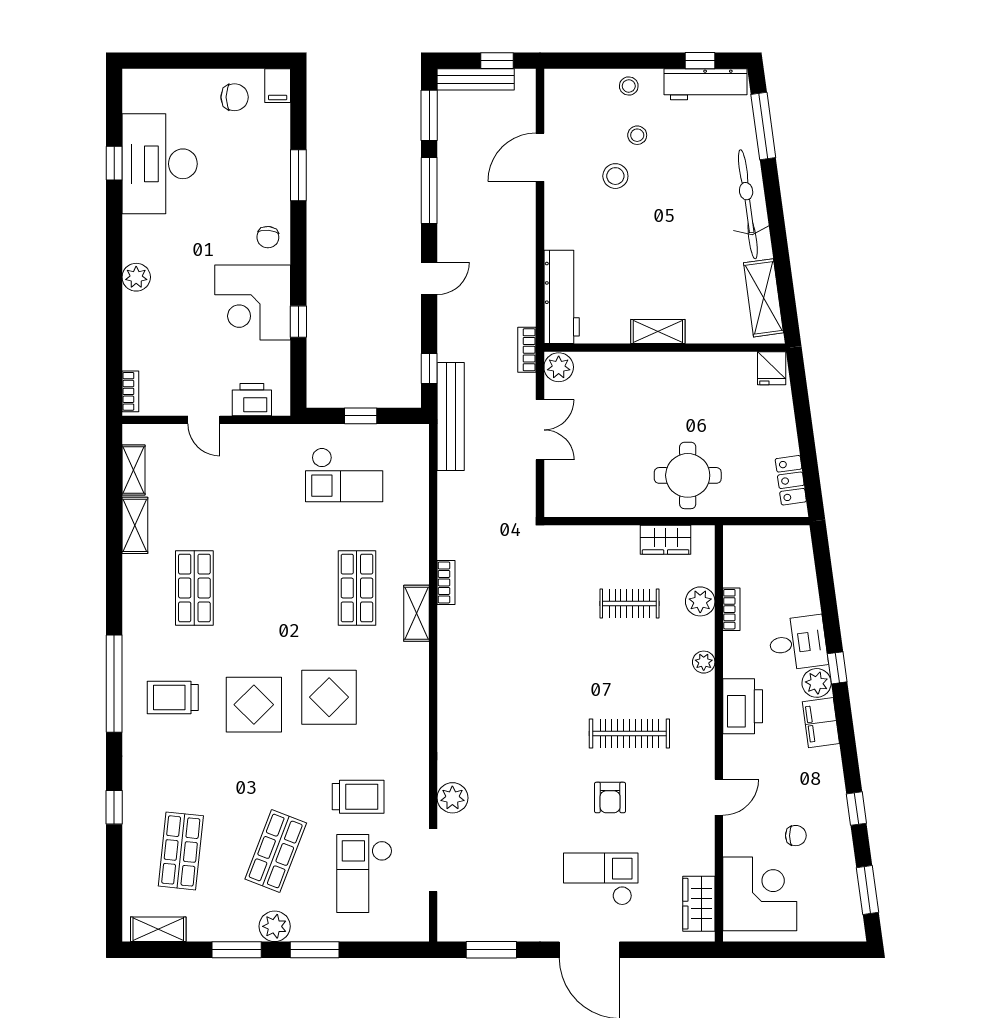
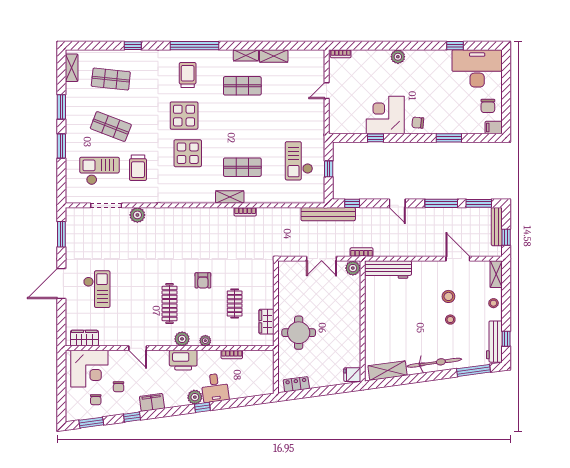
stool: (637, 135) -> (450, 320), moved
desk: (160, 164) -> (477, 68), moved
shelving: (658, 332) -> (496, 274), moved
printer: (252, 400) -> (337, 115), removed
shelving: (133, 470) -> (246, 55), moved
plant: (700, 601) -> (182, 339), moved
filing cabinet: (821, 723) -> (152, 402), moved
armchair: (610, 797) -> (203, 280), moved, turned -90
chair: (822, 881) -> (96, 400), added
plant: (275, 926) -> (73, 126), removed

